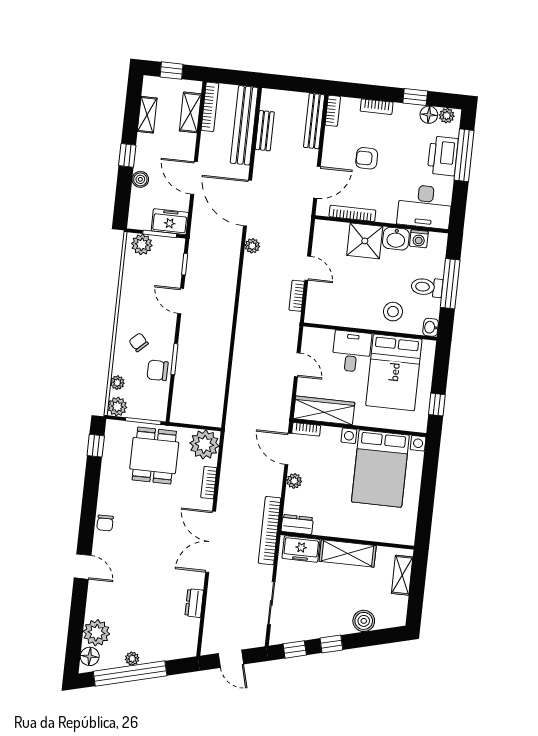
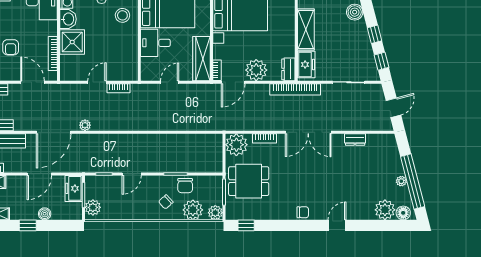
plant: (117, 383) -> (193, 210), width x1.87, depth x1.87
plant: (294, 481) -> (256, 70), width x1.88, depth x1.88

